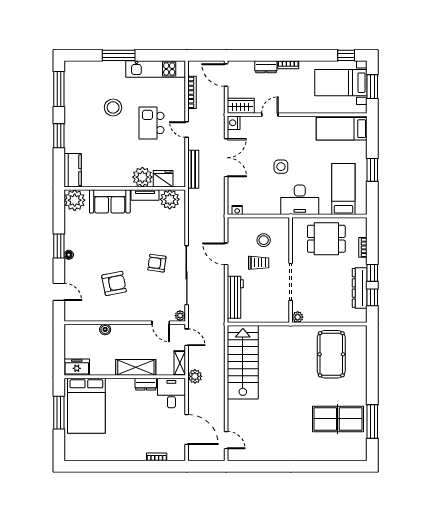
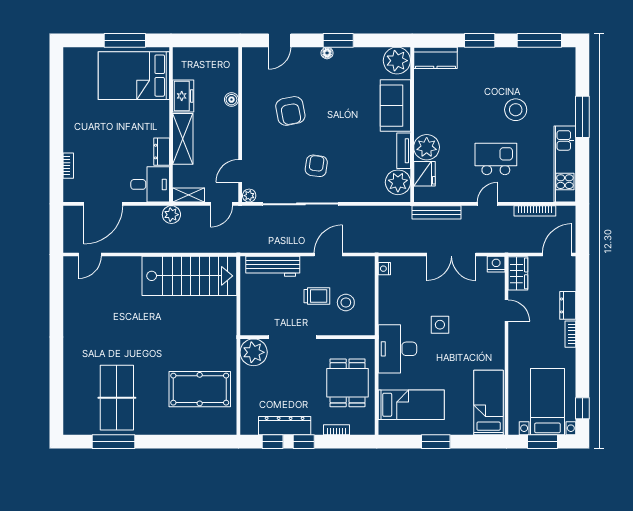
trolley: (259, 263) -> (317, 296), turned -90
plant: (298, 317) -> (254, 352), width x1.87, depth x1.87
freezer: (77, 367) -> (183, 96), moved

